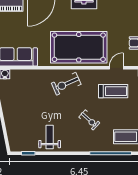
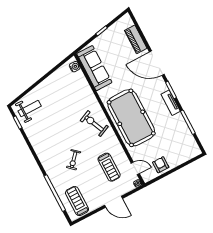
door: (116, 68) -> (135, 168), moved
weight bench: (50, 137) -> (30, 109), moved

